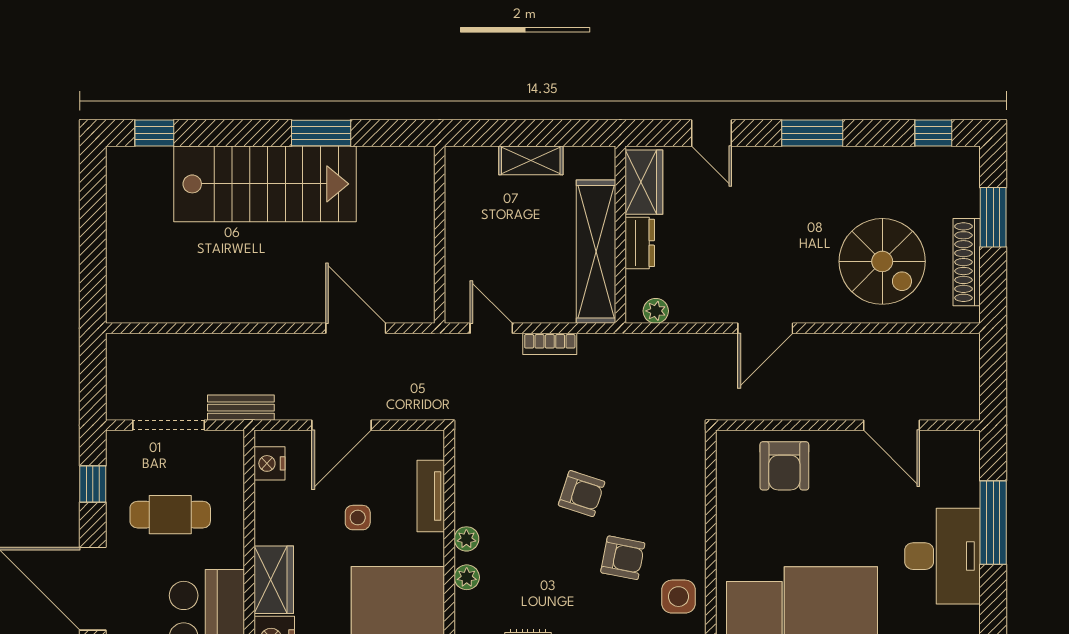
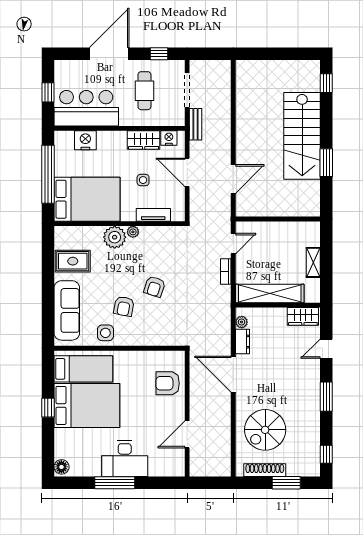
dresser: (640, 243) -> (242, 342), moved, turned -90
door: (765, 328) -> (233, 374), width x1.36
window: (993, 523) -> (115, 483), moved
plant: (467, 577) -> (115, 237), width x1.88, depth x1.88
wardrobe: (274, 580) -> (144, 140), moved

